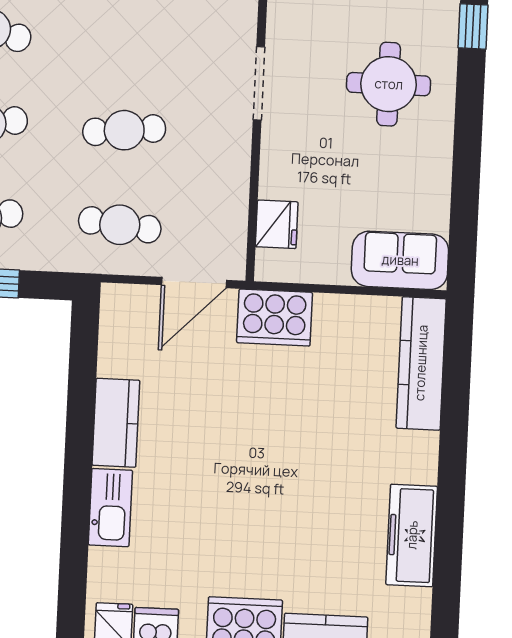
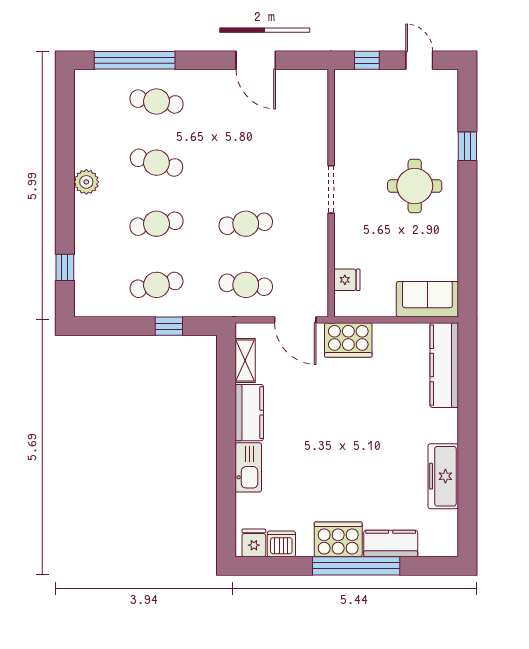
fridge: (277, 224) -> (347, 280), width x0.72
door: (194, 283) -> (295, 320), hinge flipped
shelving: (113, 342) -> (245, 361), added

